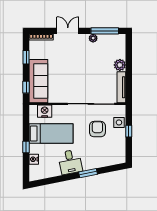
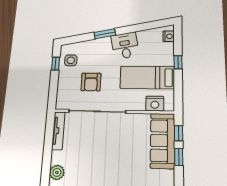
window: (26, 57) -> (179, 157), moved
plant: (120, 65) -> (57, 172), moved
side table: (119, 122) -> (71, 60), moved
window: (129, 131) -> (55, 64), moved
nightstand: (34, 159) -> (169, 36), moved

